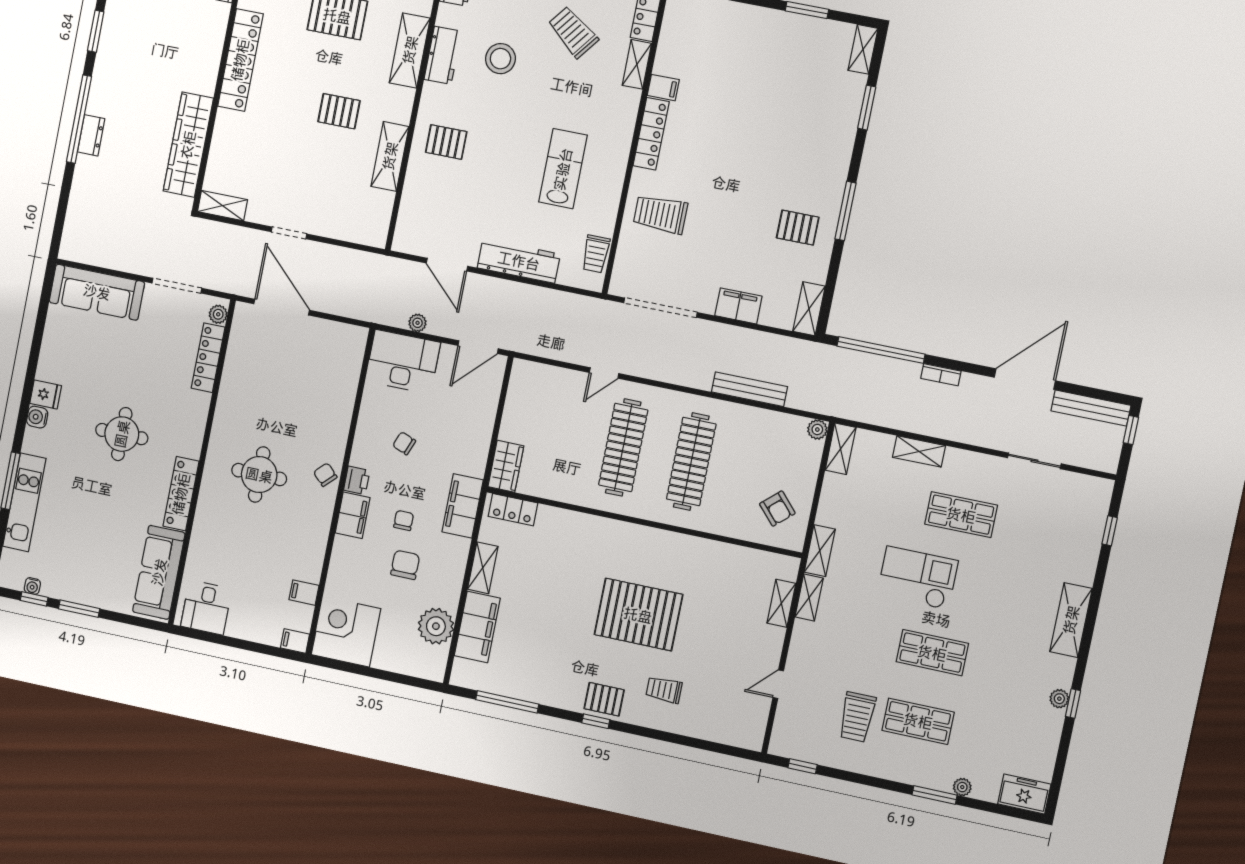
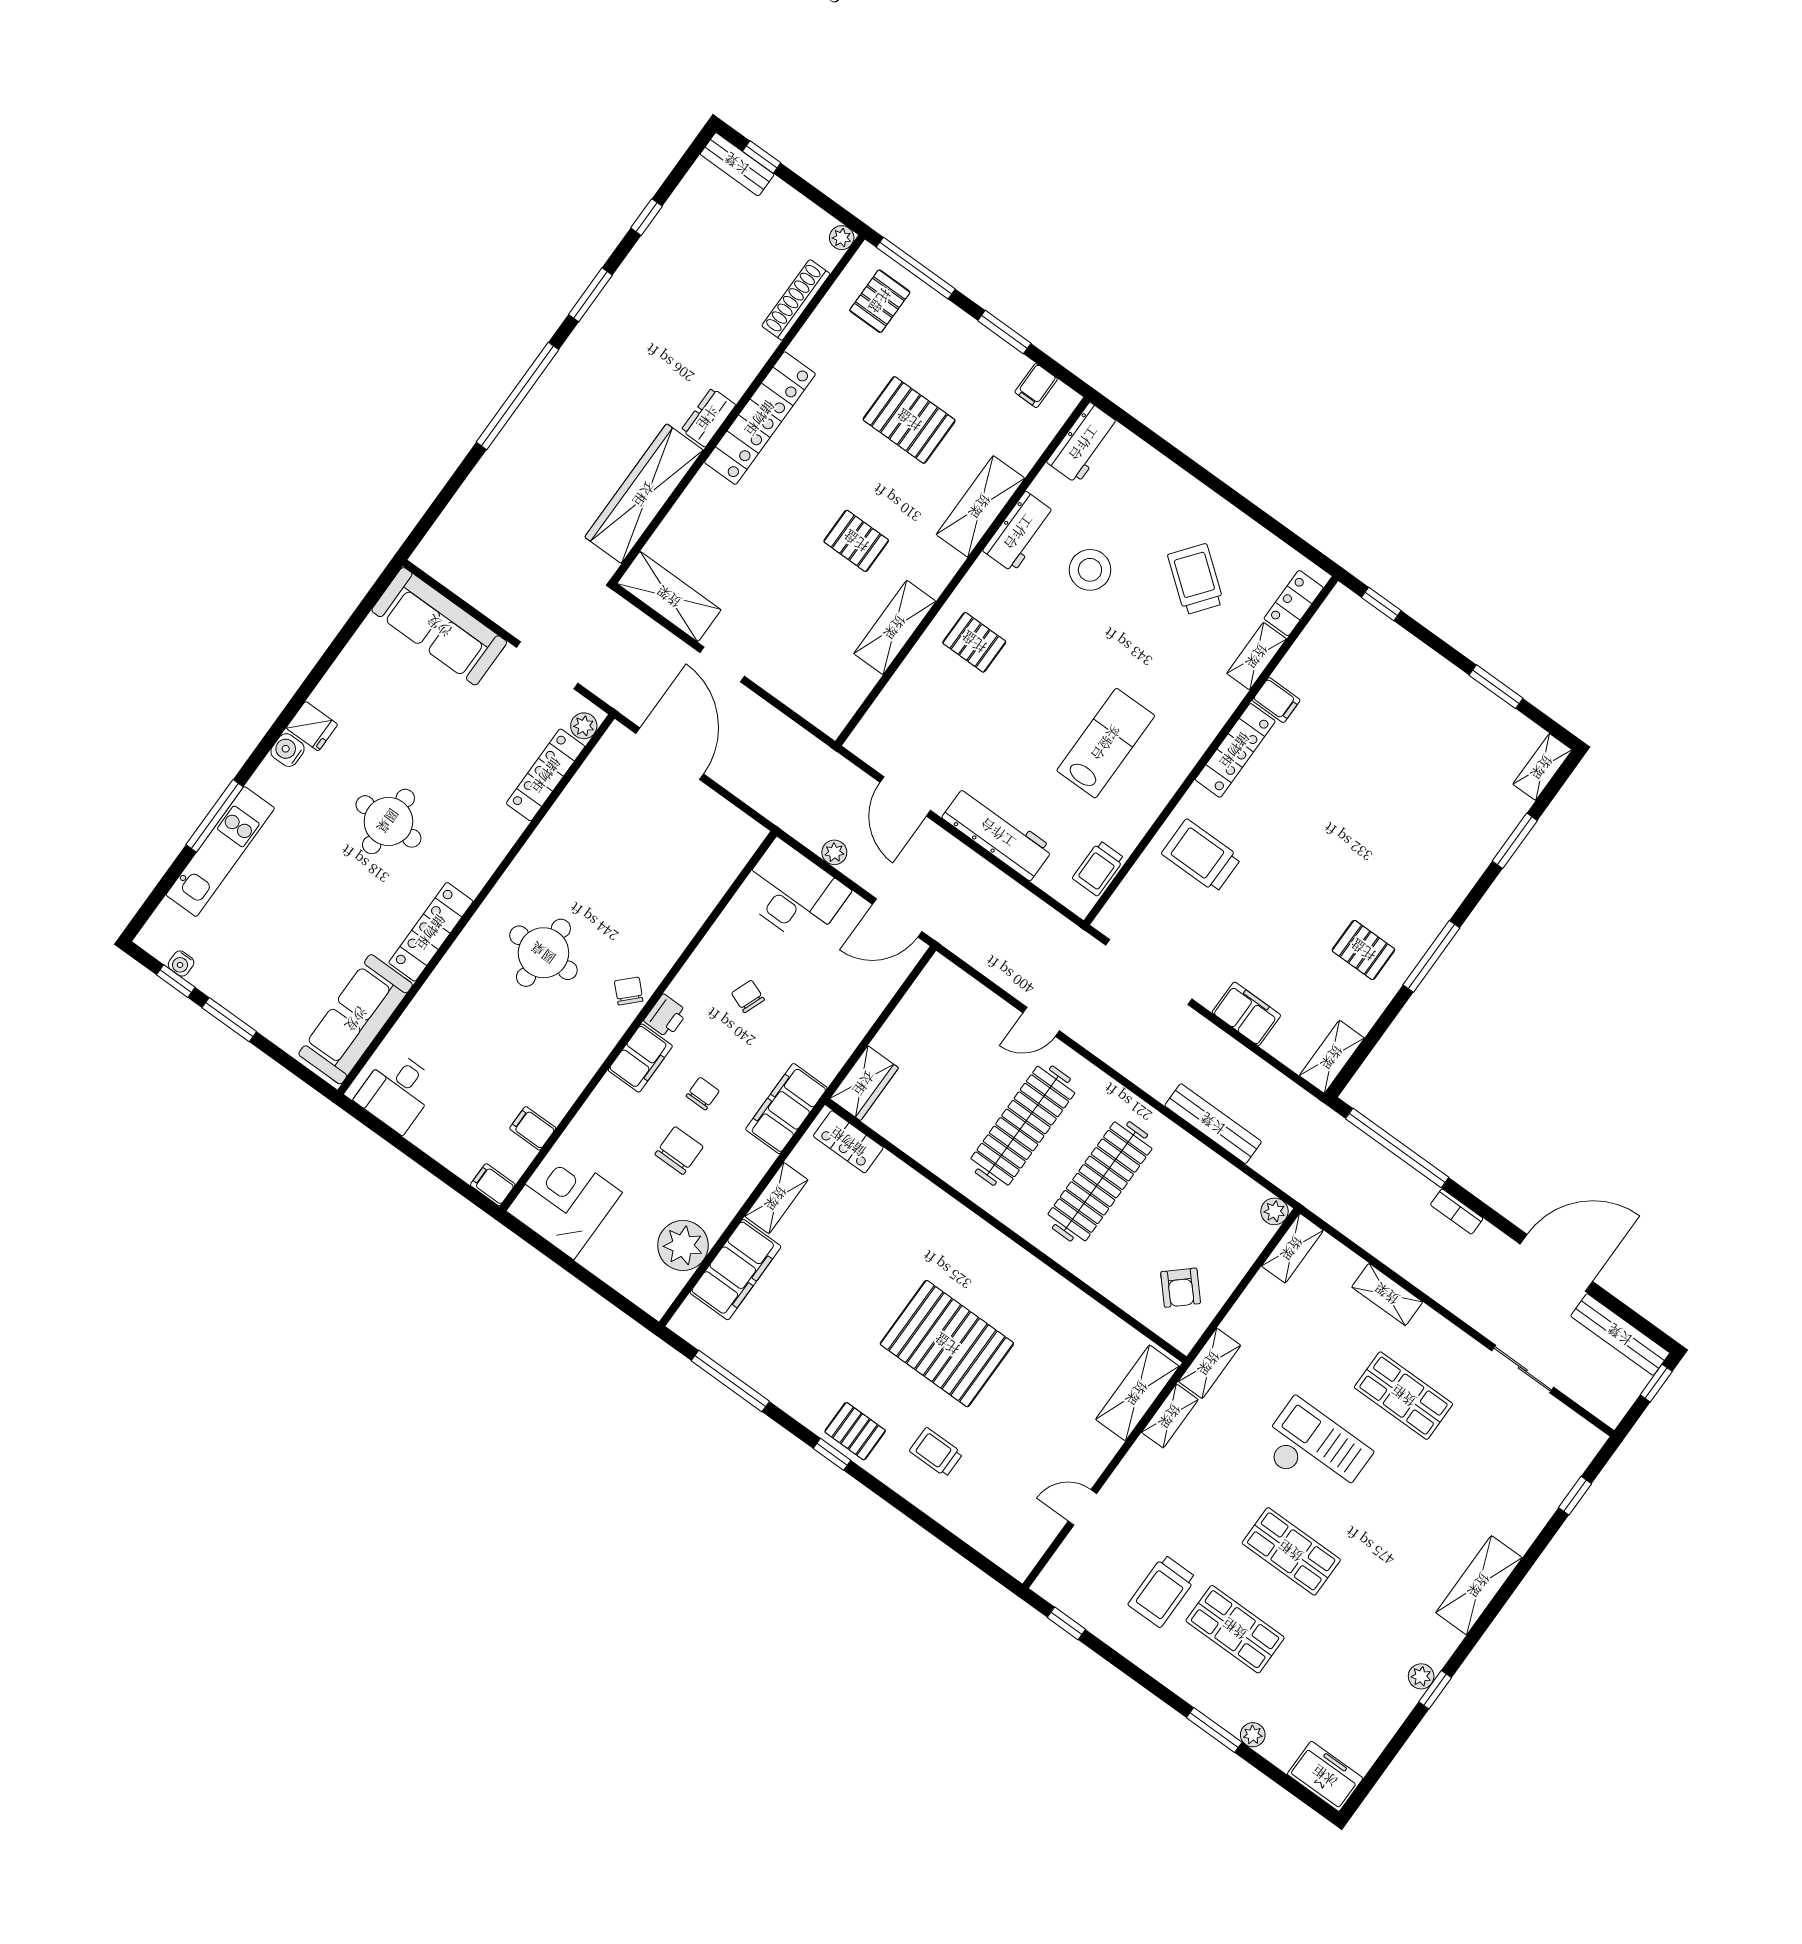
dresser: (91, 135) -> (708, 417), moved, turned 180
shelving: (222, 206) -> (669, 597), width x1.50, depth x1.33
shelving: (781, 603) -> (1137, 1393), width x1.50, depth x1.33

